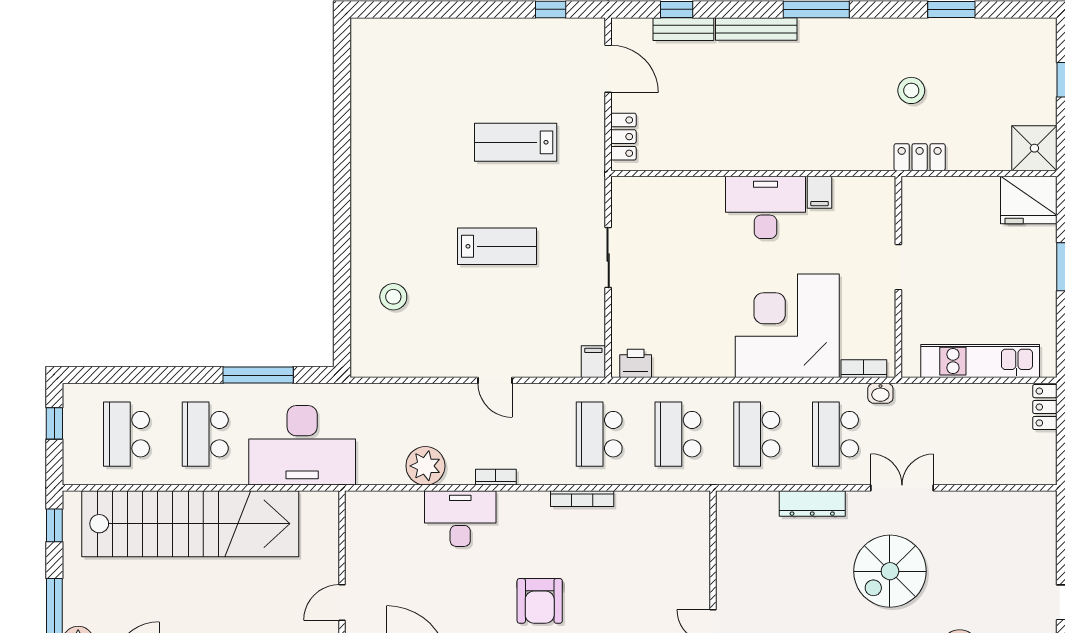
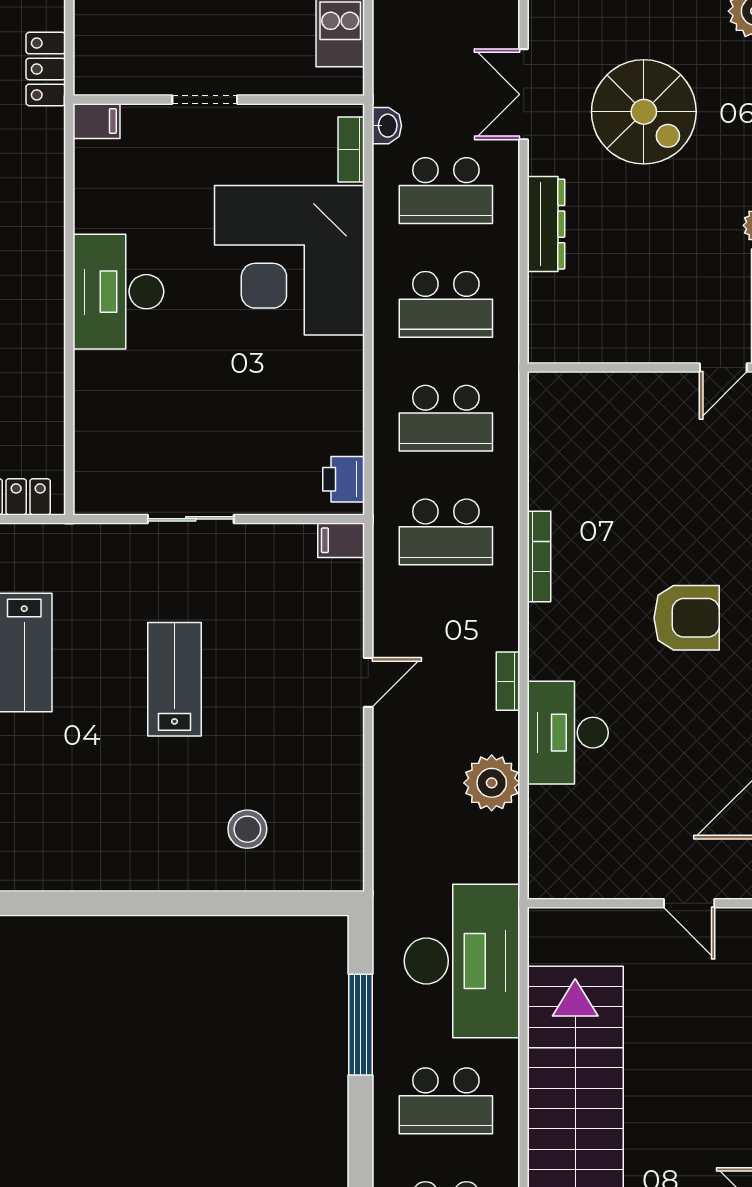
filing cabinet: (820, 192) -> (96, 121), moved

